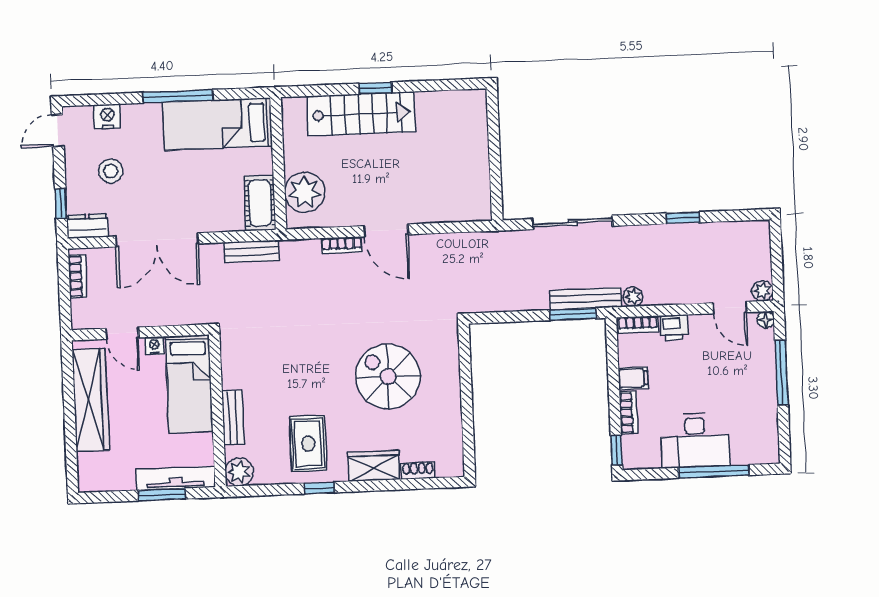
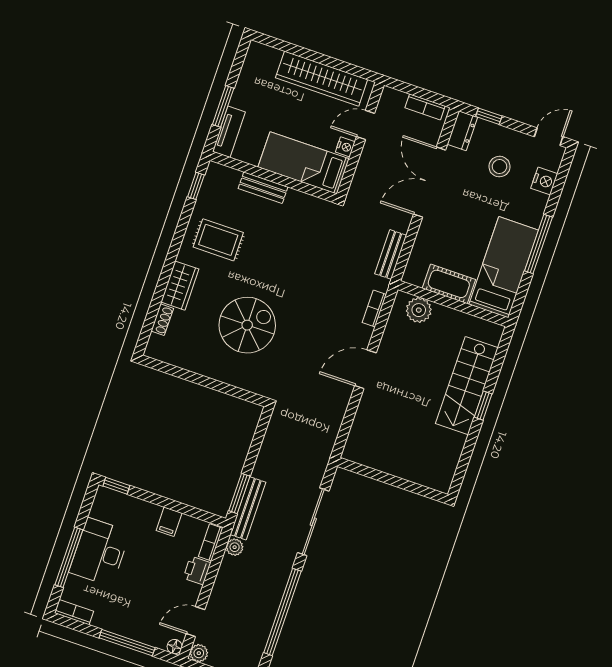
door: (58, 130) -> (549, 137), hinge flipped
plant: (305, 192) -> (419, 310), width x0.73, depth x0.73
cot: (260, 203) -> (449, 284), moved
window: (683, 218) -> (282, 612), width x3.17
bookcase: (342, 245) -> (374, 308), moved
bookcase: (629, 413) -> (74, 612), moved, turned 180
plant: (239, 472) -> (217, 175), removed
tv unit: (176, 478) -> (229, 132), width x0.71
window: (319, 488) -> (196, 186), moved

